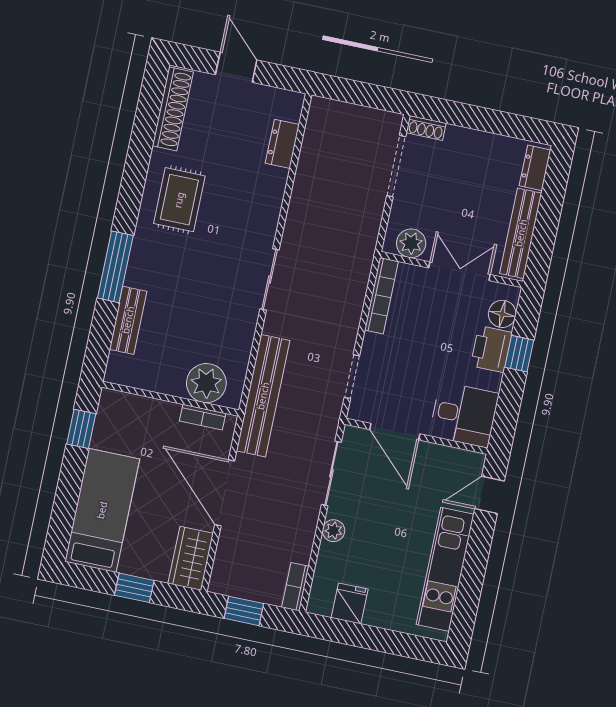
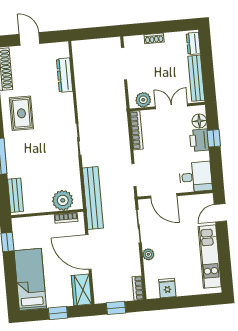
shoe rack: (426, 128) -> (154, 38), moved
dresser: (282, 144) -> (65, 75), width x1.44
bench: (128, 320) -> (16, 195), moved

